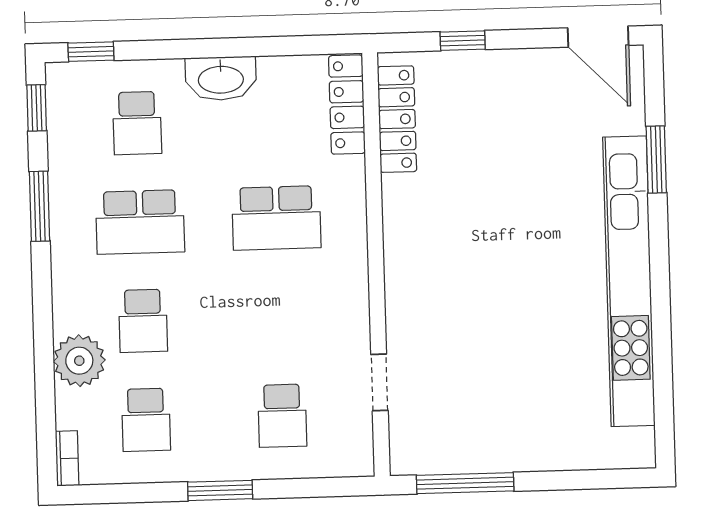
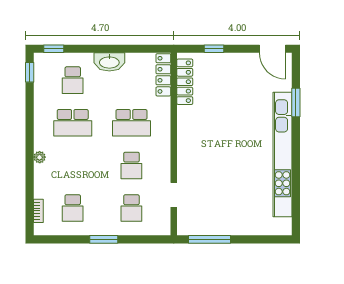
window: (40, 206) -> (30, 115), removed
school desk: (143, 321) -> (131, 165), moved
plant: (79, 361) -> (40, 157), moved, width x0.53, depth x0.53
bookcase: (67, 458) -> (38, 211), moved

